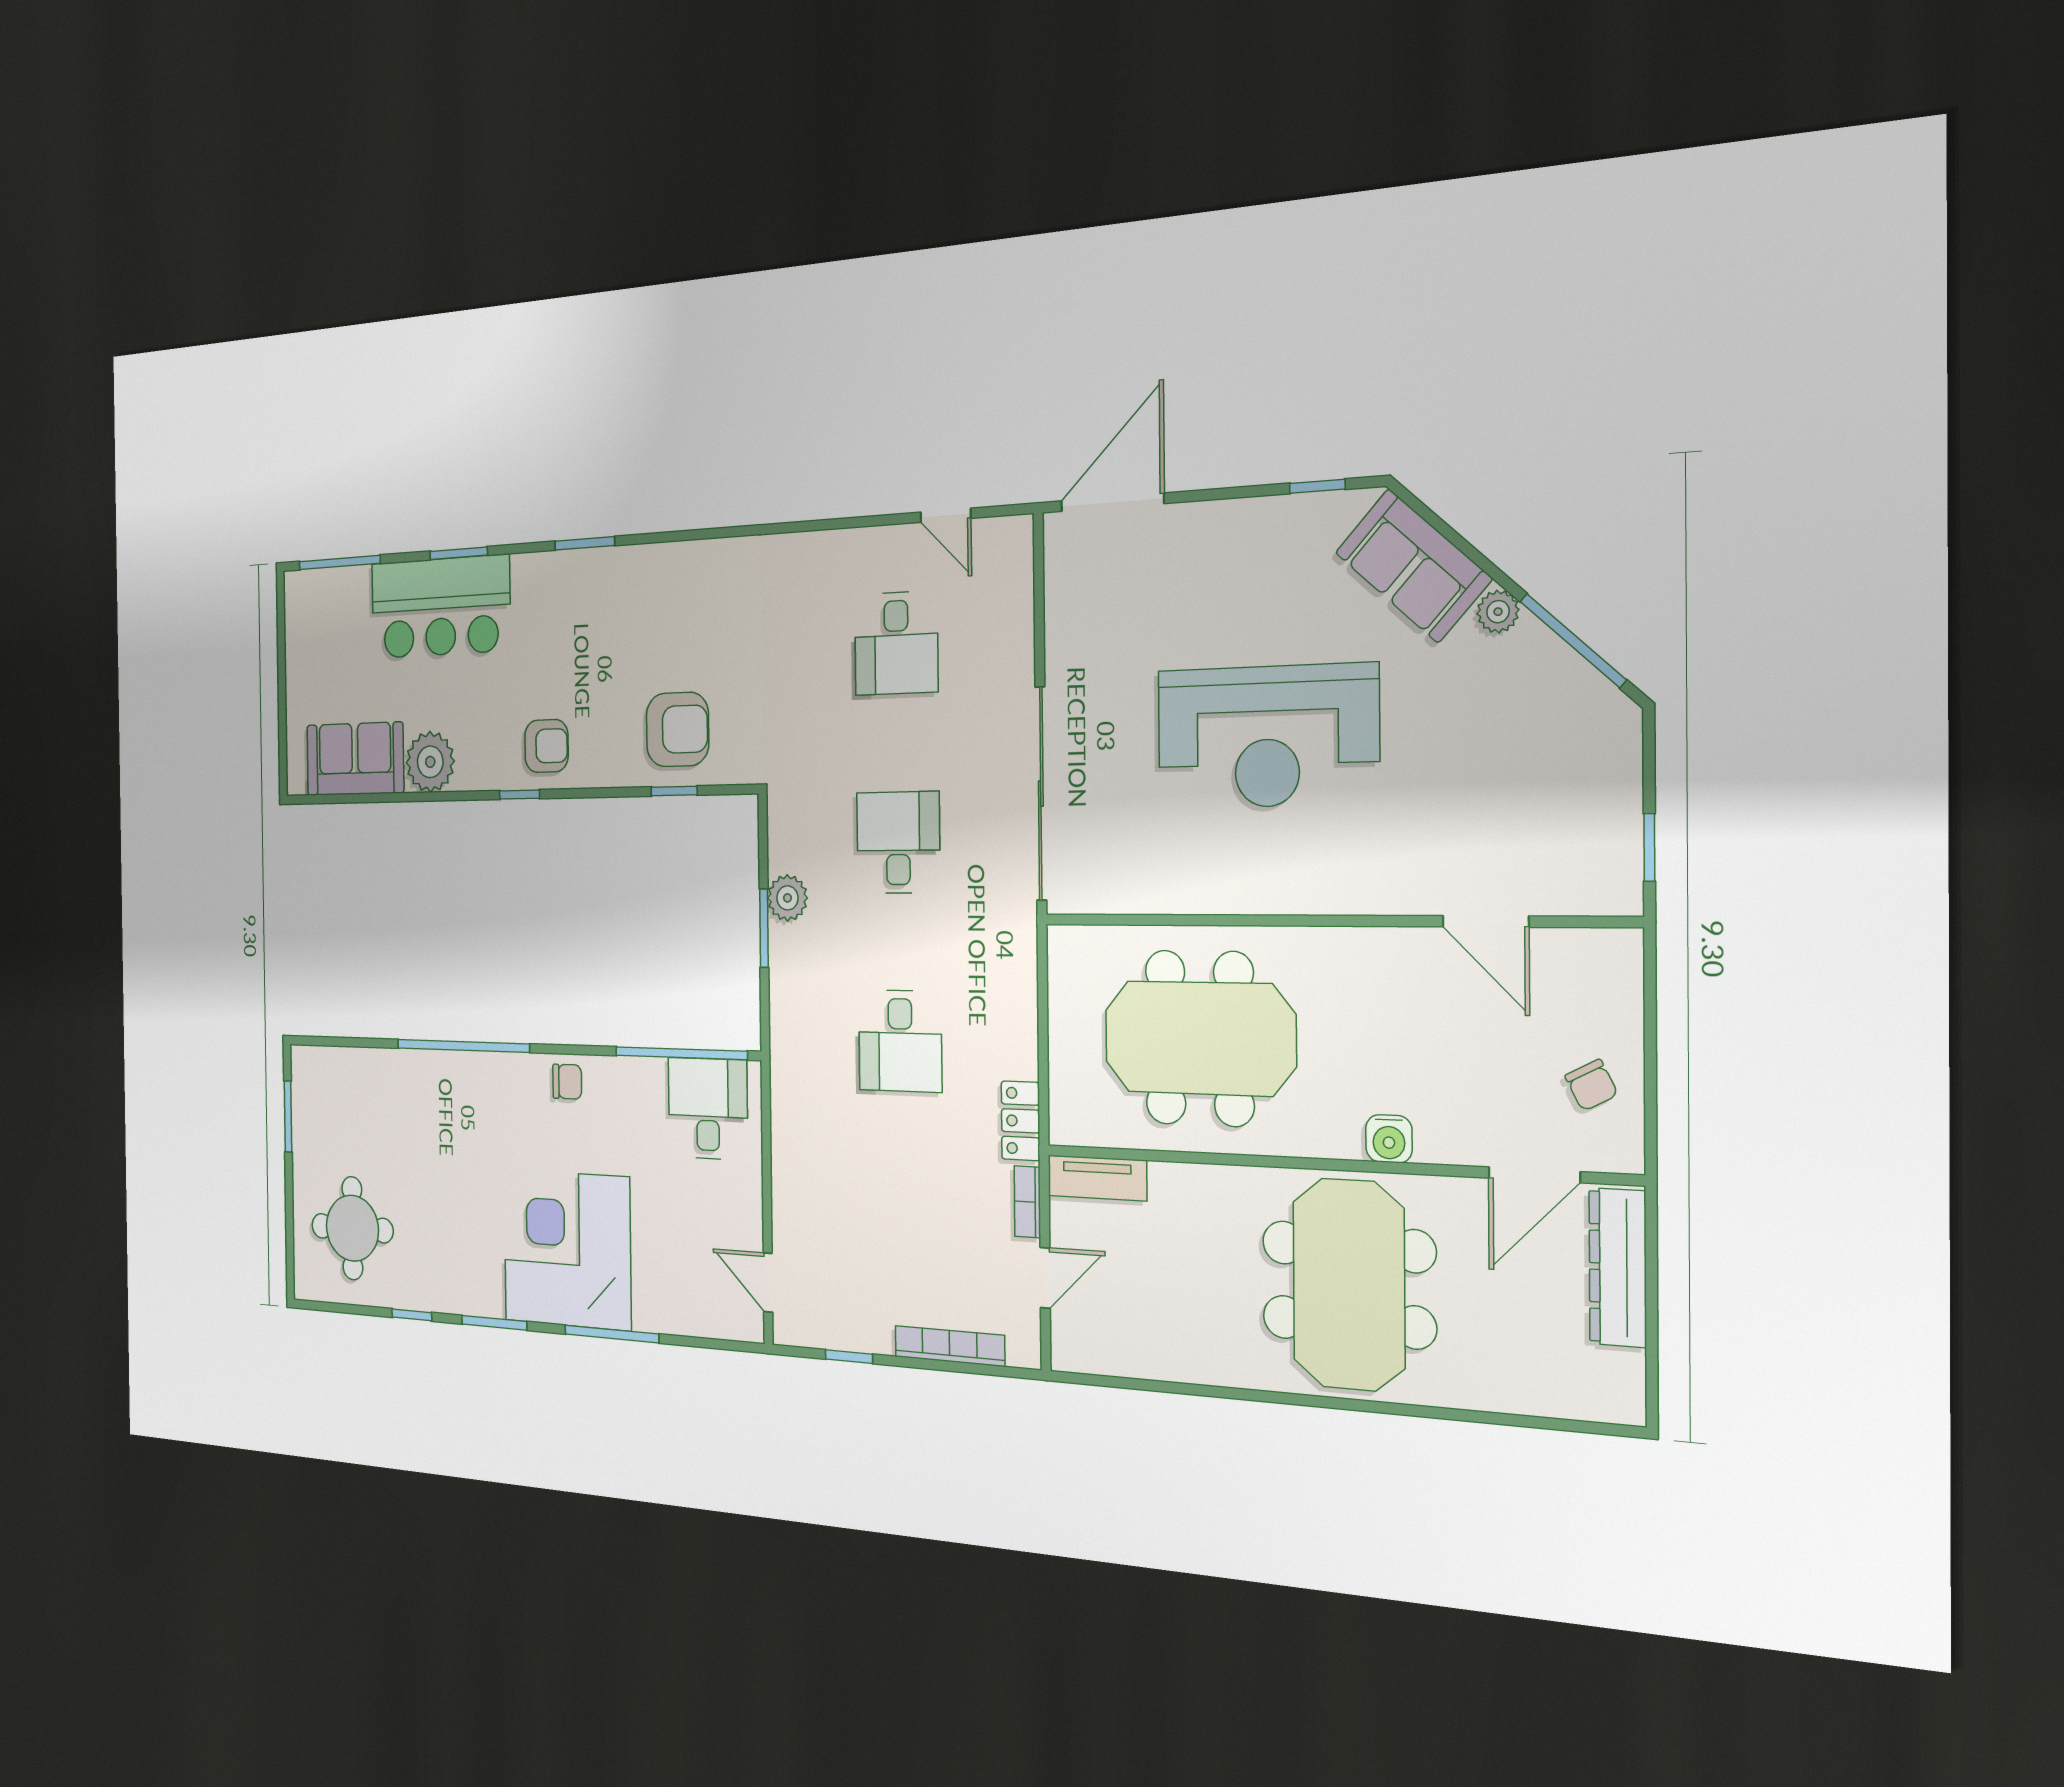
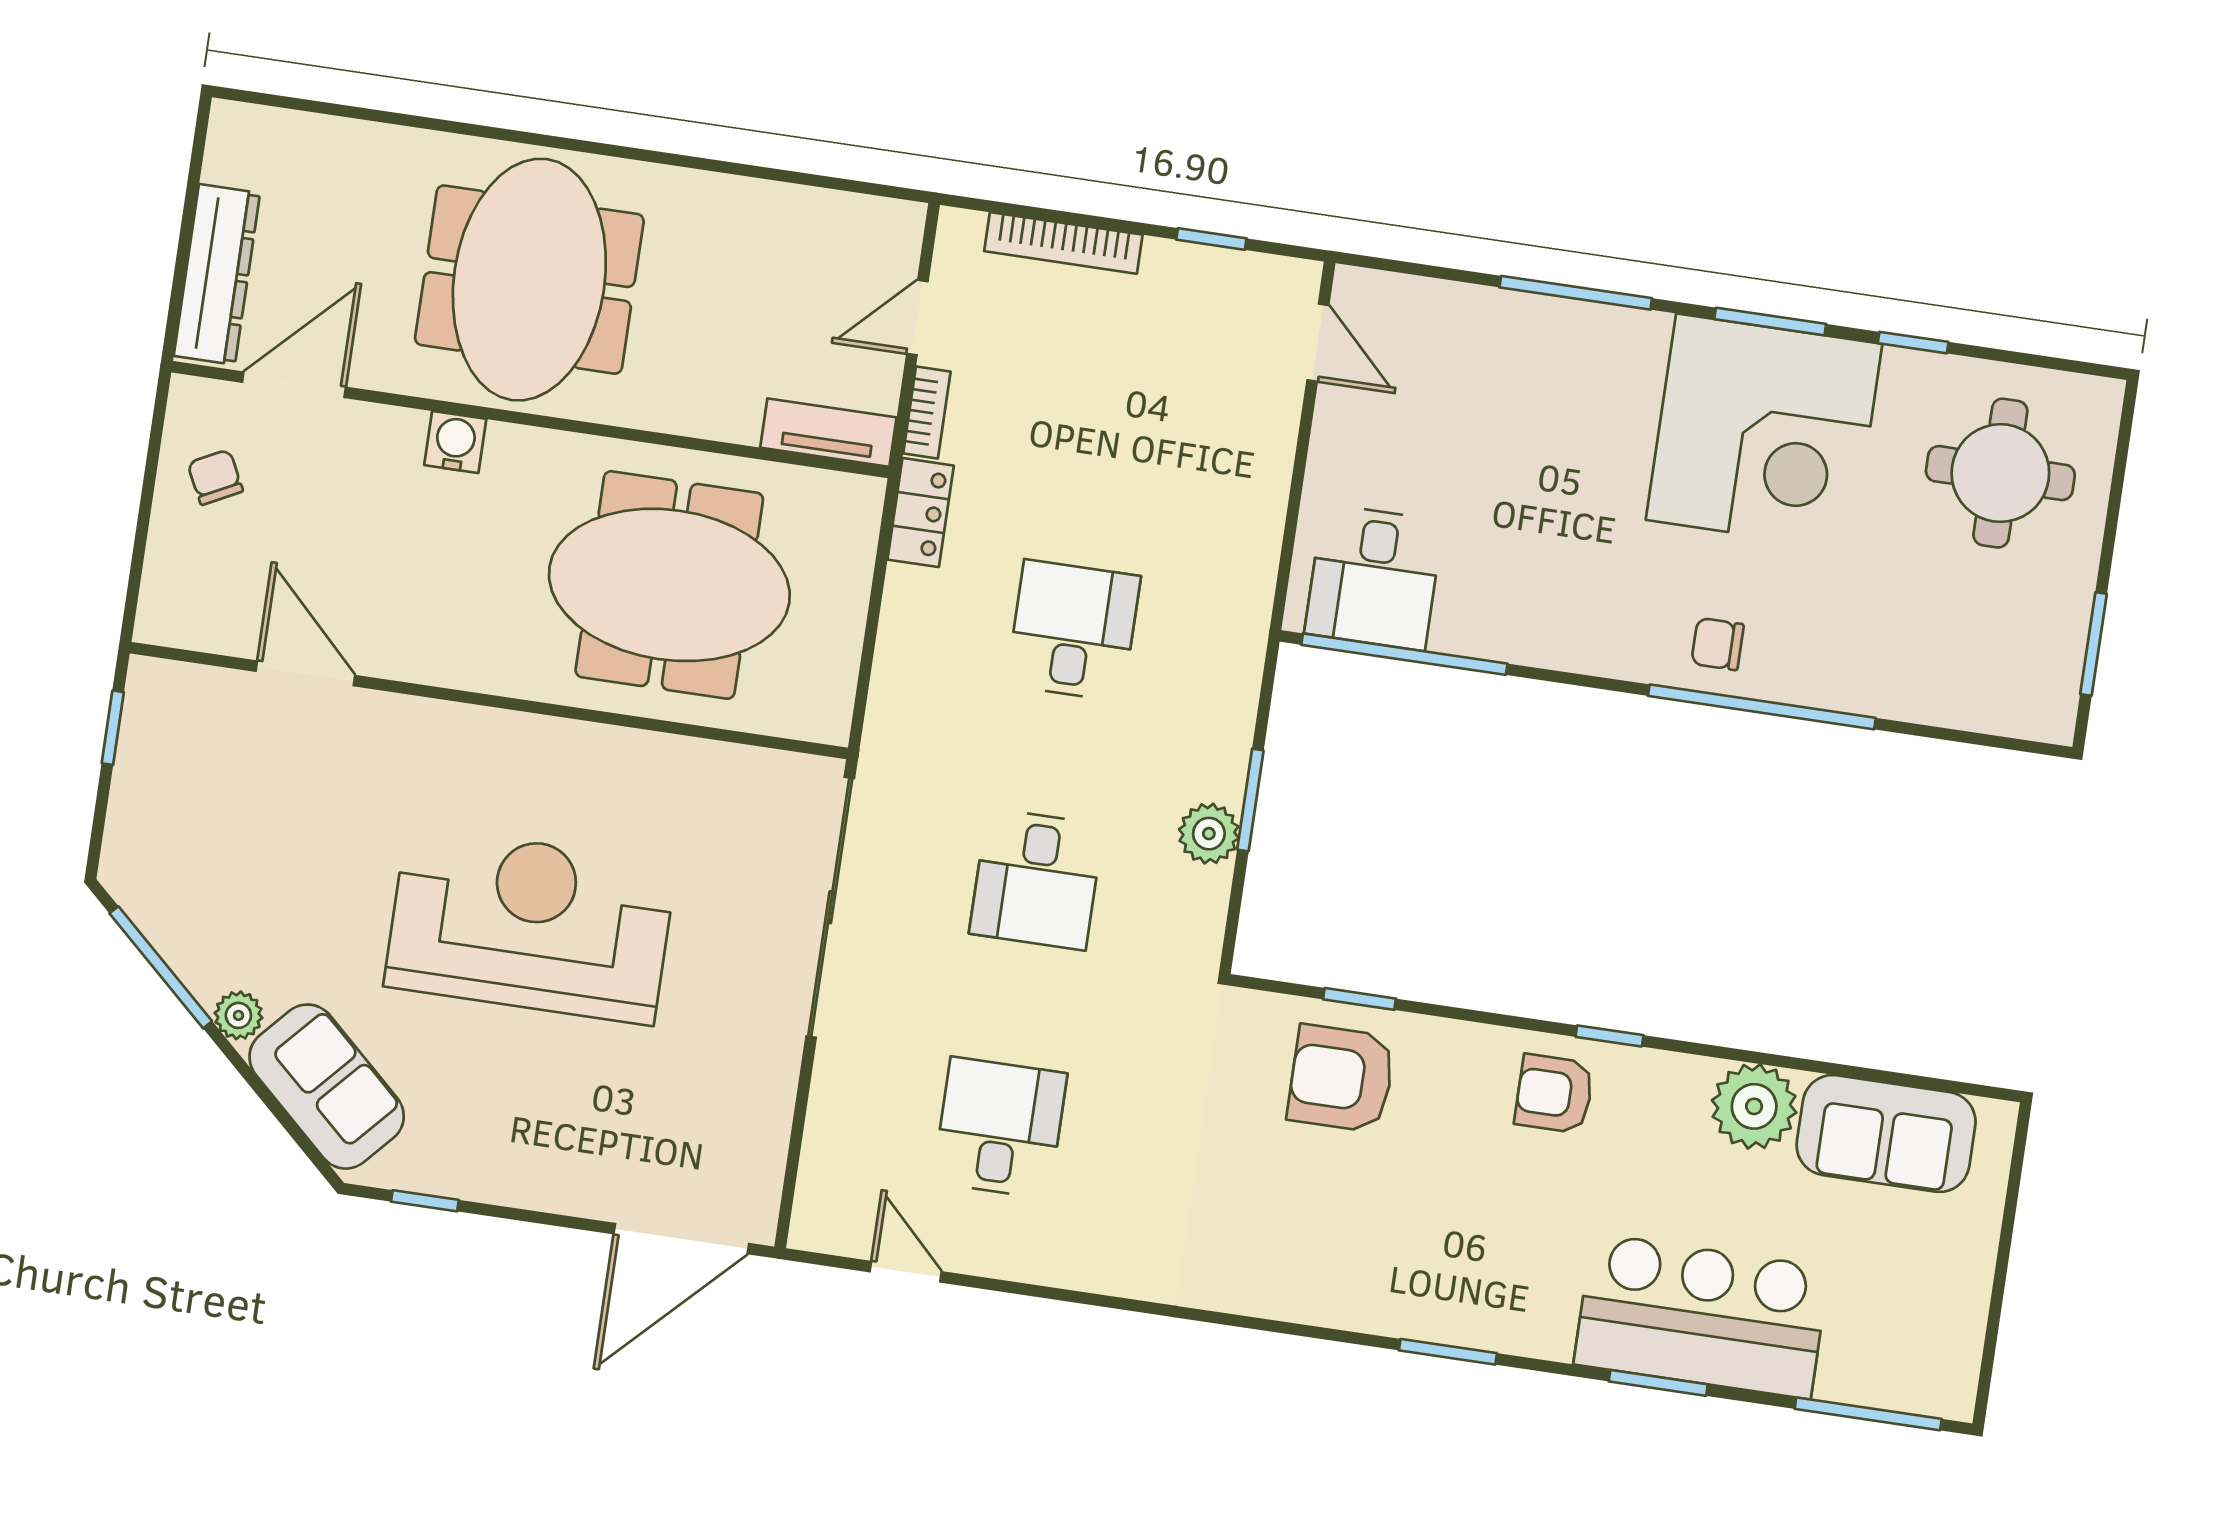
chair: (567, 1082) -> (1718, 644), moved
corner desk: (567, 1249) -> (1764, 432), moved

